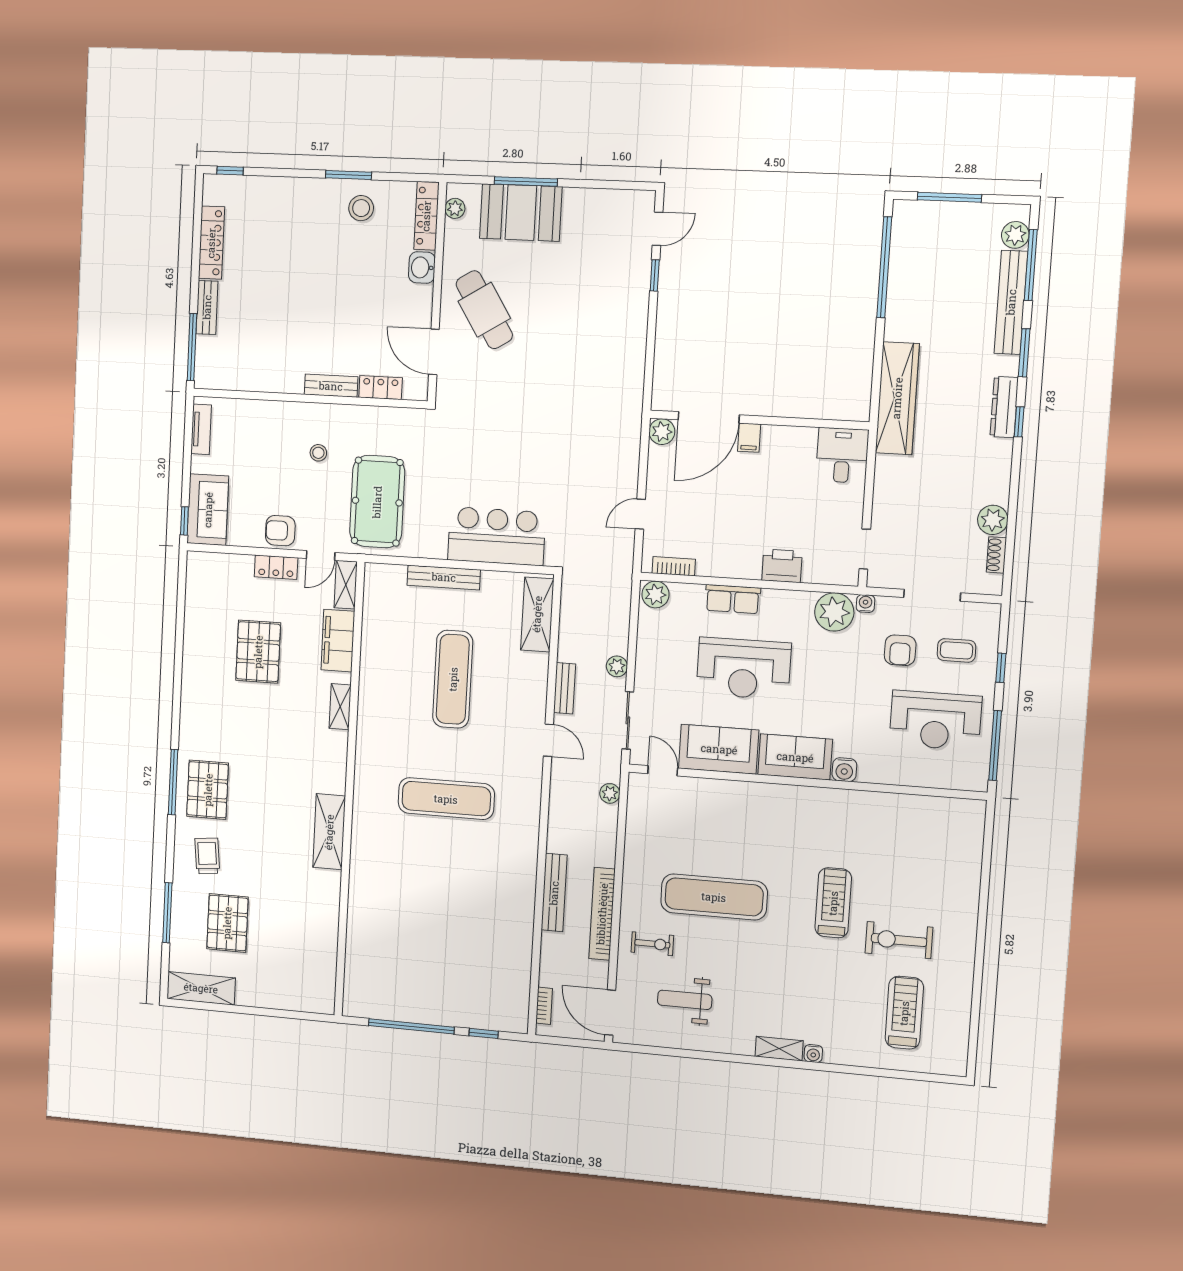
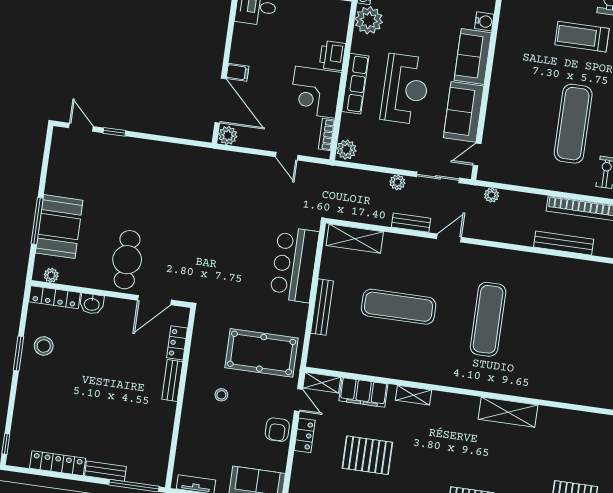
cafe table: (484, 310) -> (127, 260), turned -58
corner desk: (730, 546) -> (315, 92), added
row of seats: (733, 599) -> (355, 84), width x1.48

